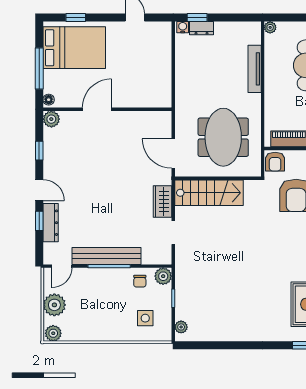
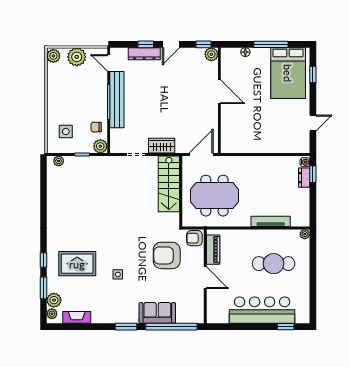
door: (97, 109) -> (219, 92), moved
wall: (107, 109) -> (219, 100), moved
plant: (51, 119) -> (211, 54), moved

